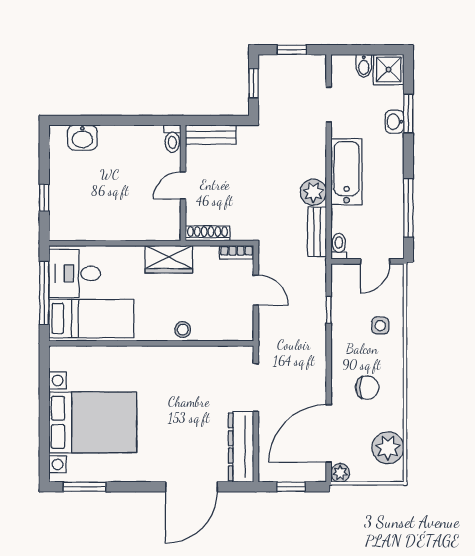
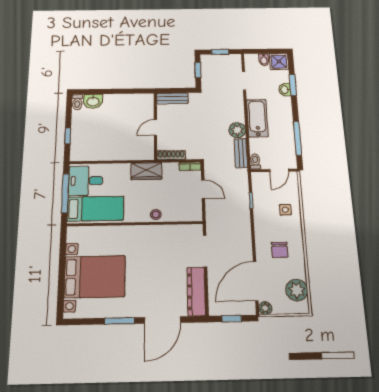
toilet: (172, 139) -> (77, 102), moved
chair: (367, 387) -> (280, 250), turned 90
window: (85, 487) -> (120, 321), moved

